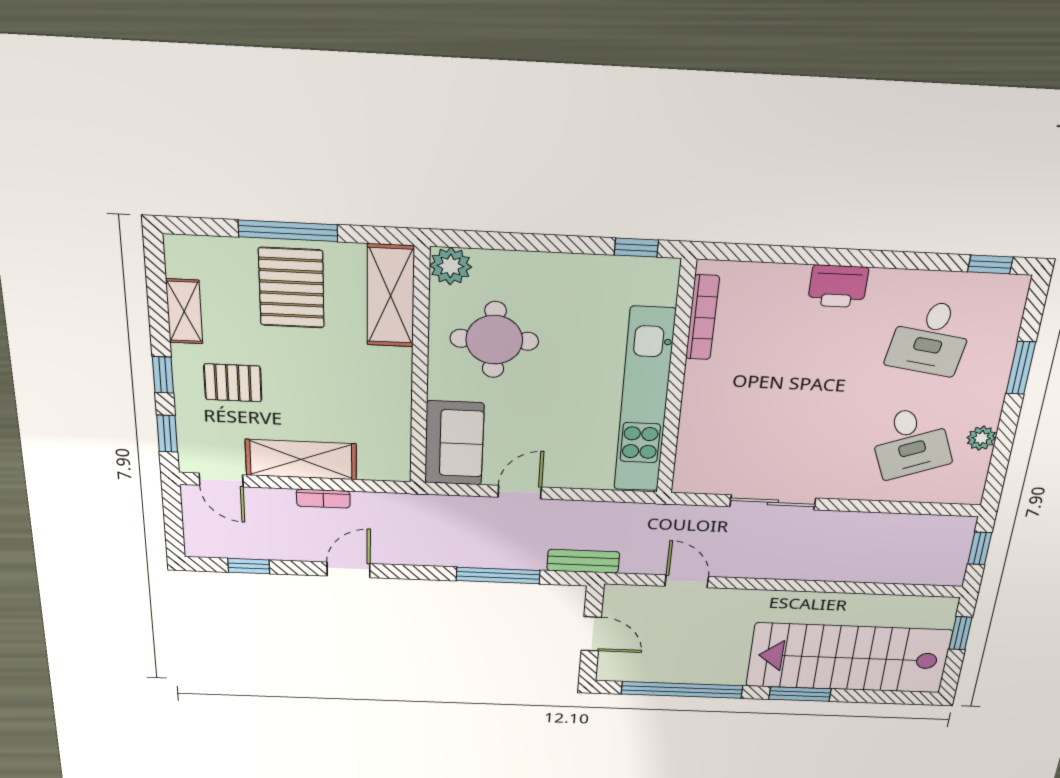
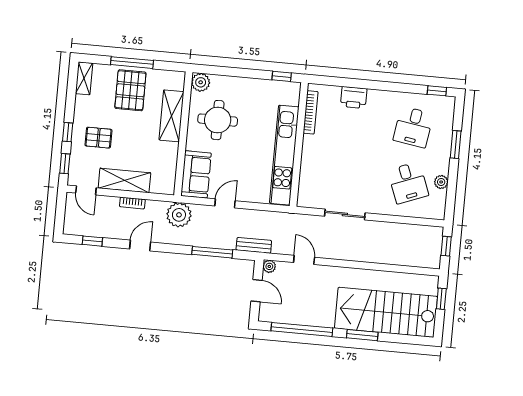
printer: (838, 286) -> (354, 97), moved
shelving: (391, 296) -> (171, 116), moved
shelving: (184, 311) -> (84, 78), moved
plant: (424, 515) -> (179, 215), added
plant: (616, 594) -> (269, 266), added

